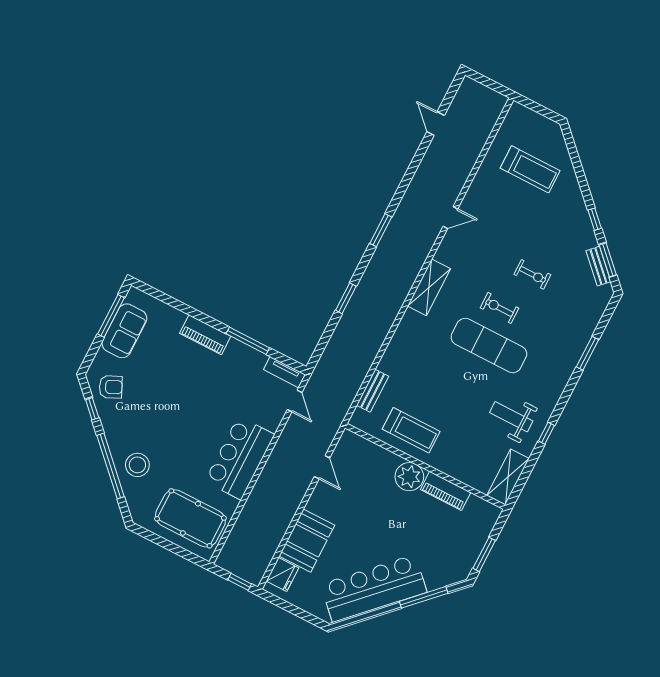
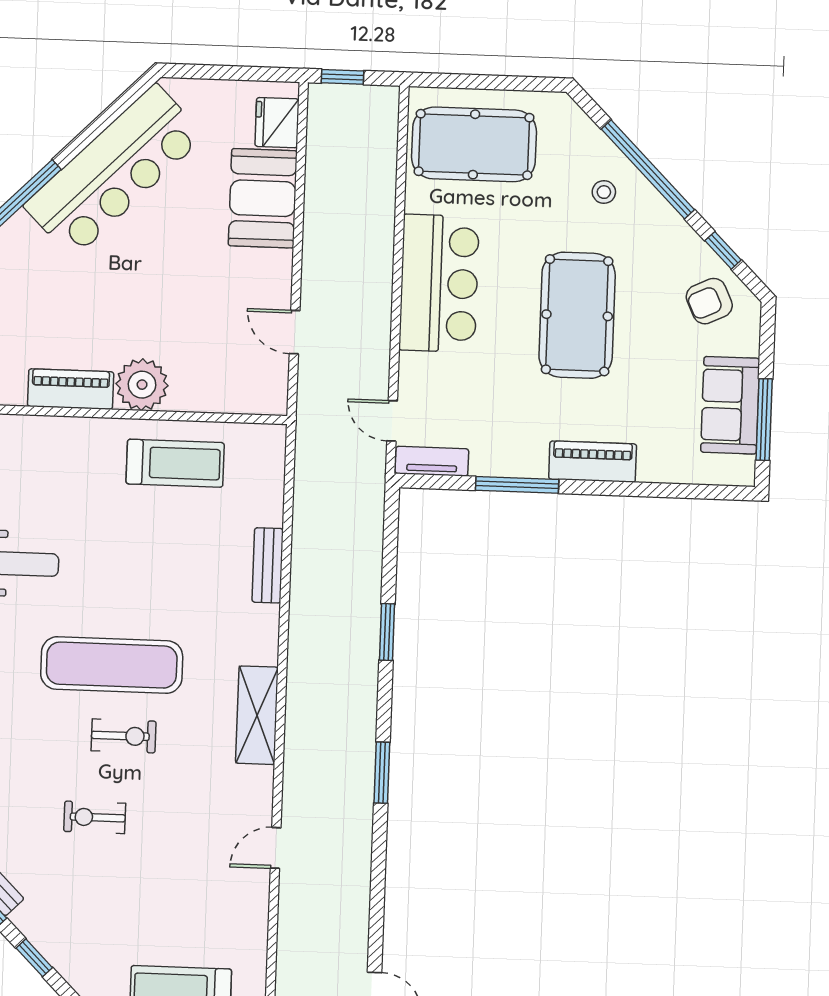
bench: (373, 391) -> (268, 565), moved
pool table: (179, 410) -> (577, 315), added
treadmill: (411, 430) -> (175, 463), turned 180
stool: (137, 465) -> (604, 192), width x0.53, depth x0.53

